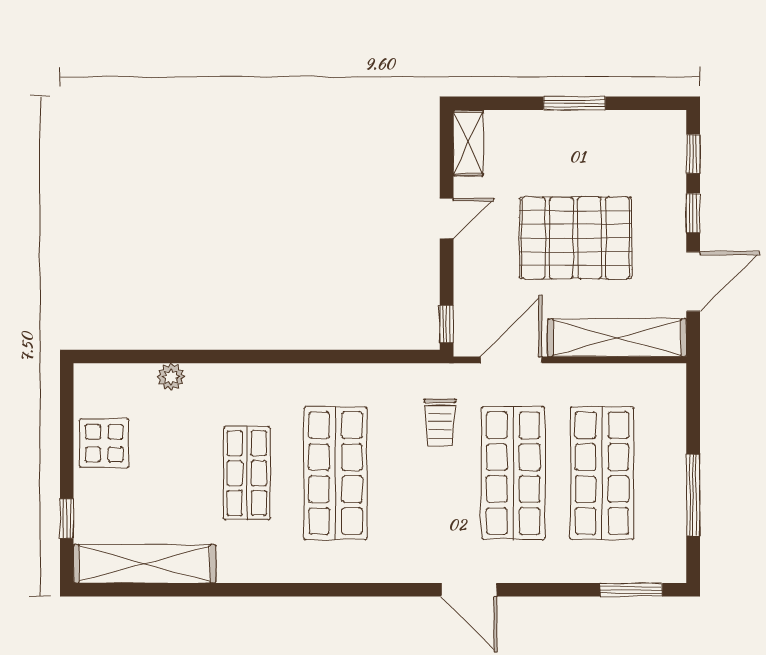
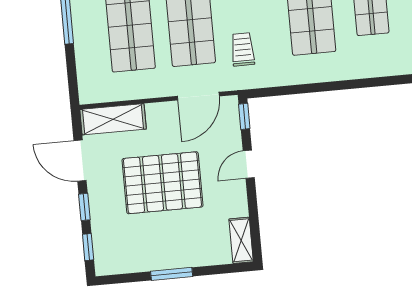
door: (447, 218) -> (249, 164), moved
door: (693, 281) -> (80, 161), hinge flipped
shelving: (617, 338) -> (113, 119), width x0.68

